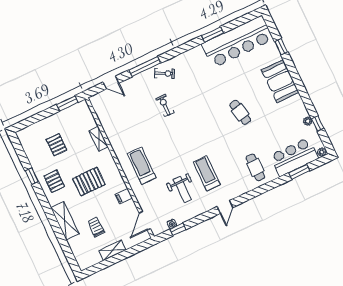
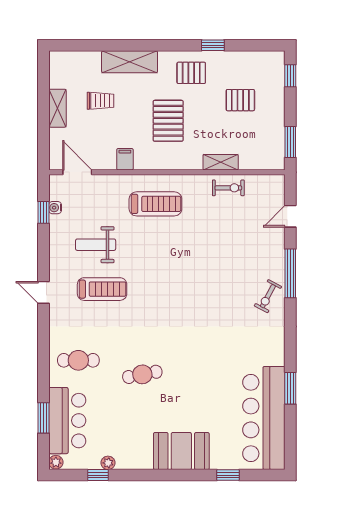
exercise bike: (165, 105) -> (228, 188), moved
cafe table: (240, 112) -> (142, 374), moved
window: (28, 122) -> (290, 76), added

